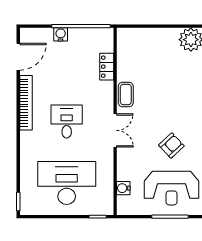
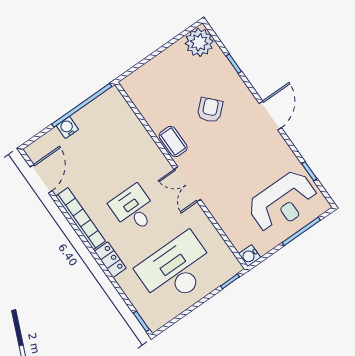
locker: (107, 67) -> (110, 260), moved, turned 180
double door: (115, 130) -> (187, 184), swing flipped
armchair: (171, 146) -> (210, 110), moved
water cooler: (123, 188) -> (250, 256), moved

